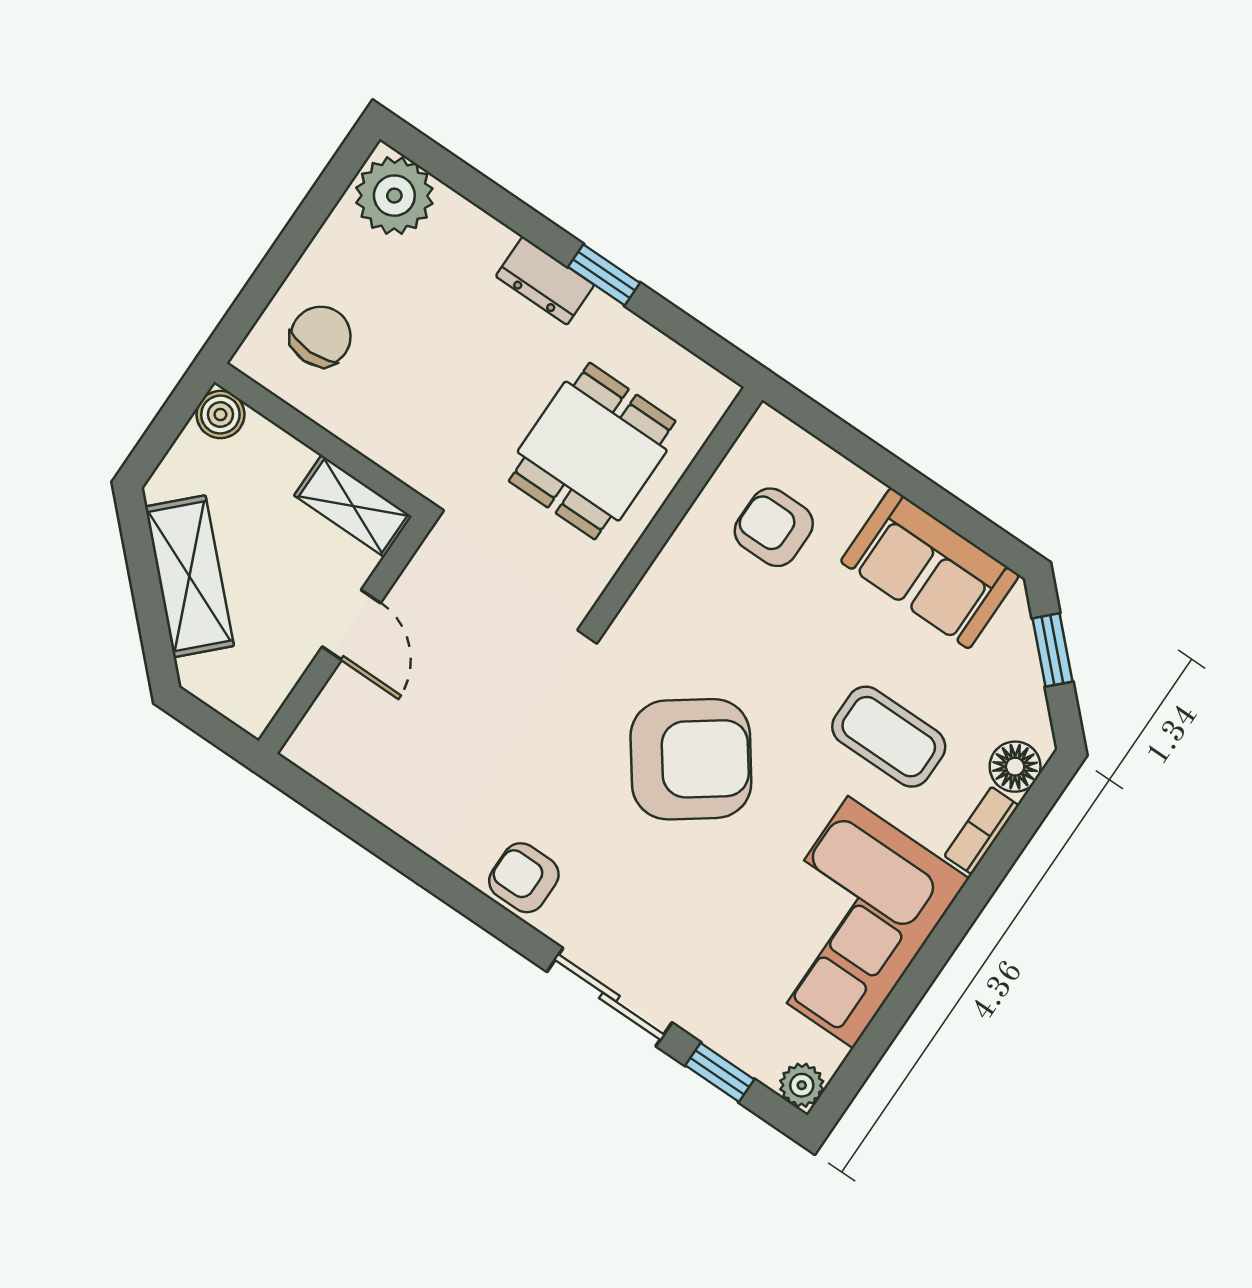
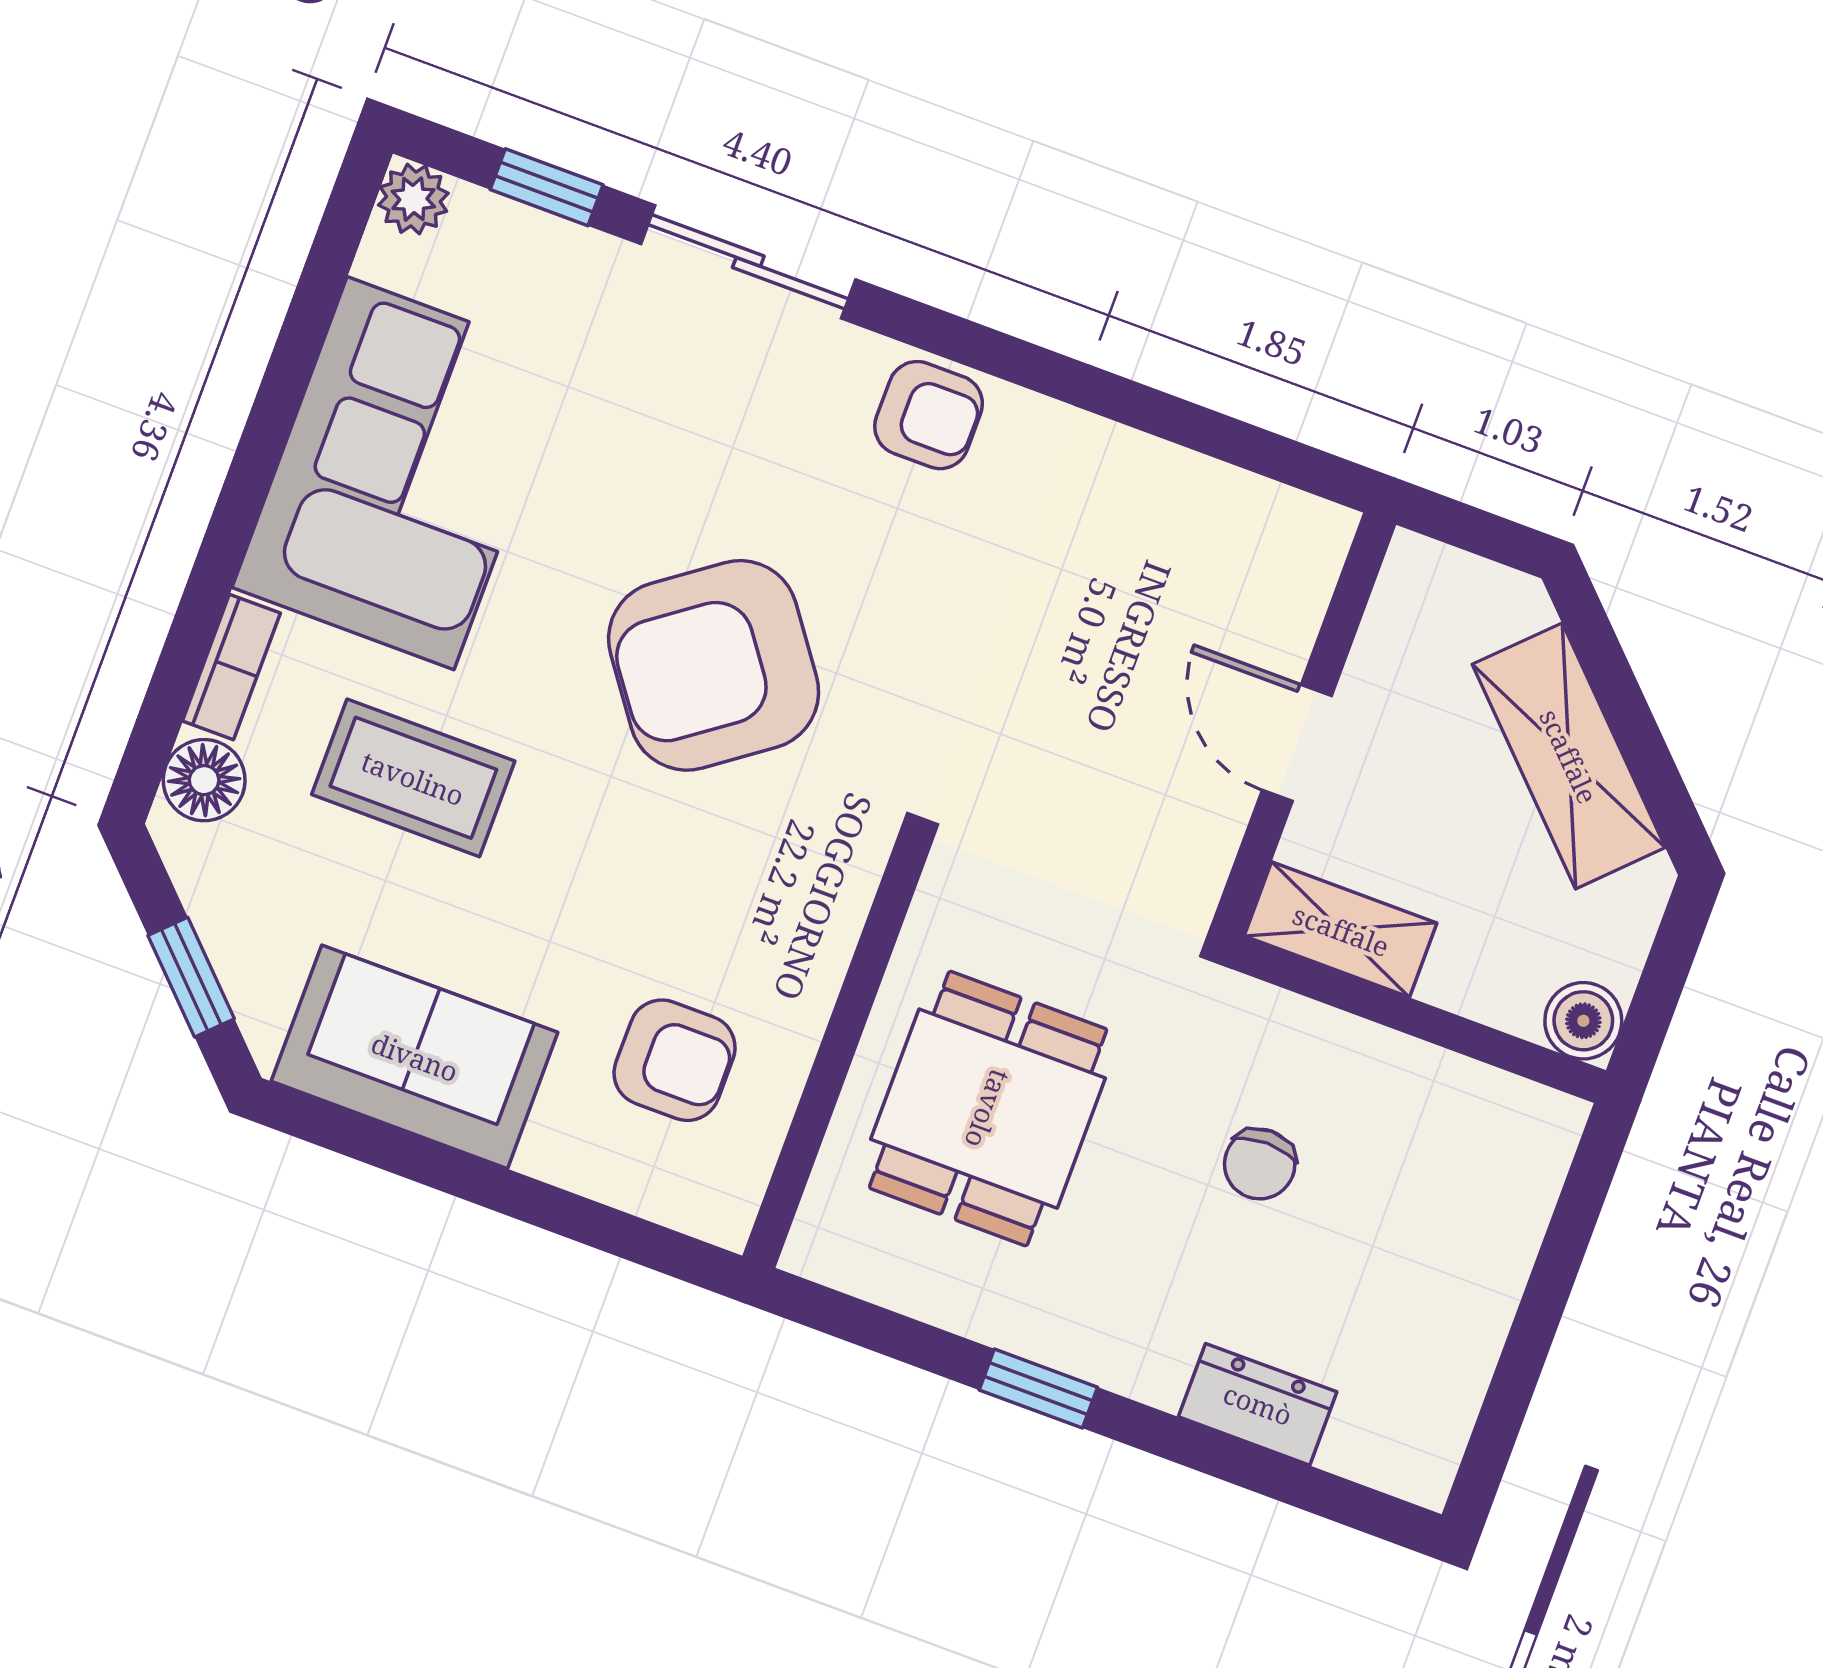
plant: (394, 196) -> (1397, 1431), removed
dresser: (545, 281) -> (1258, 1404), moved
chair: (321, 336) -> (1260, 1164), moved, width x0.73, depth x0.73

